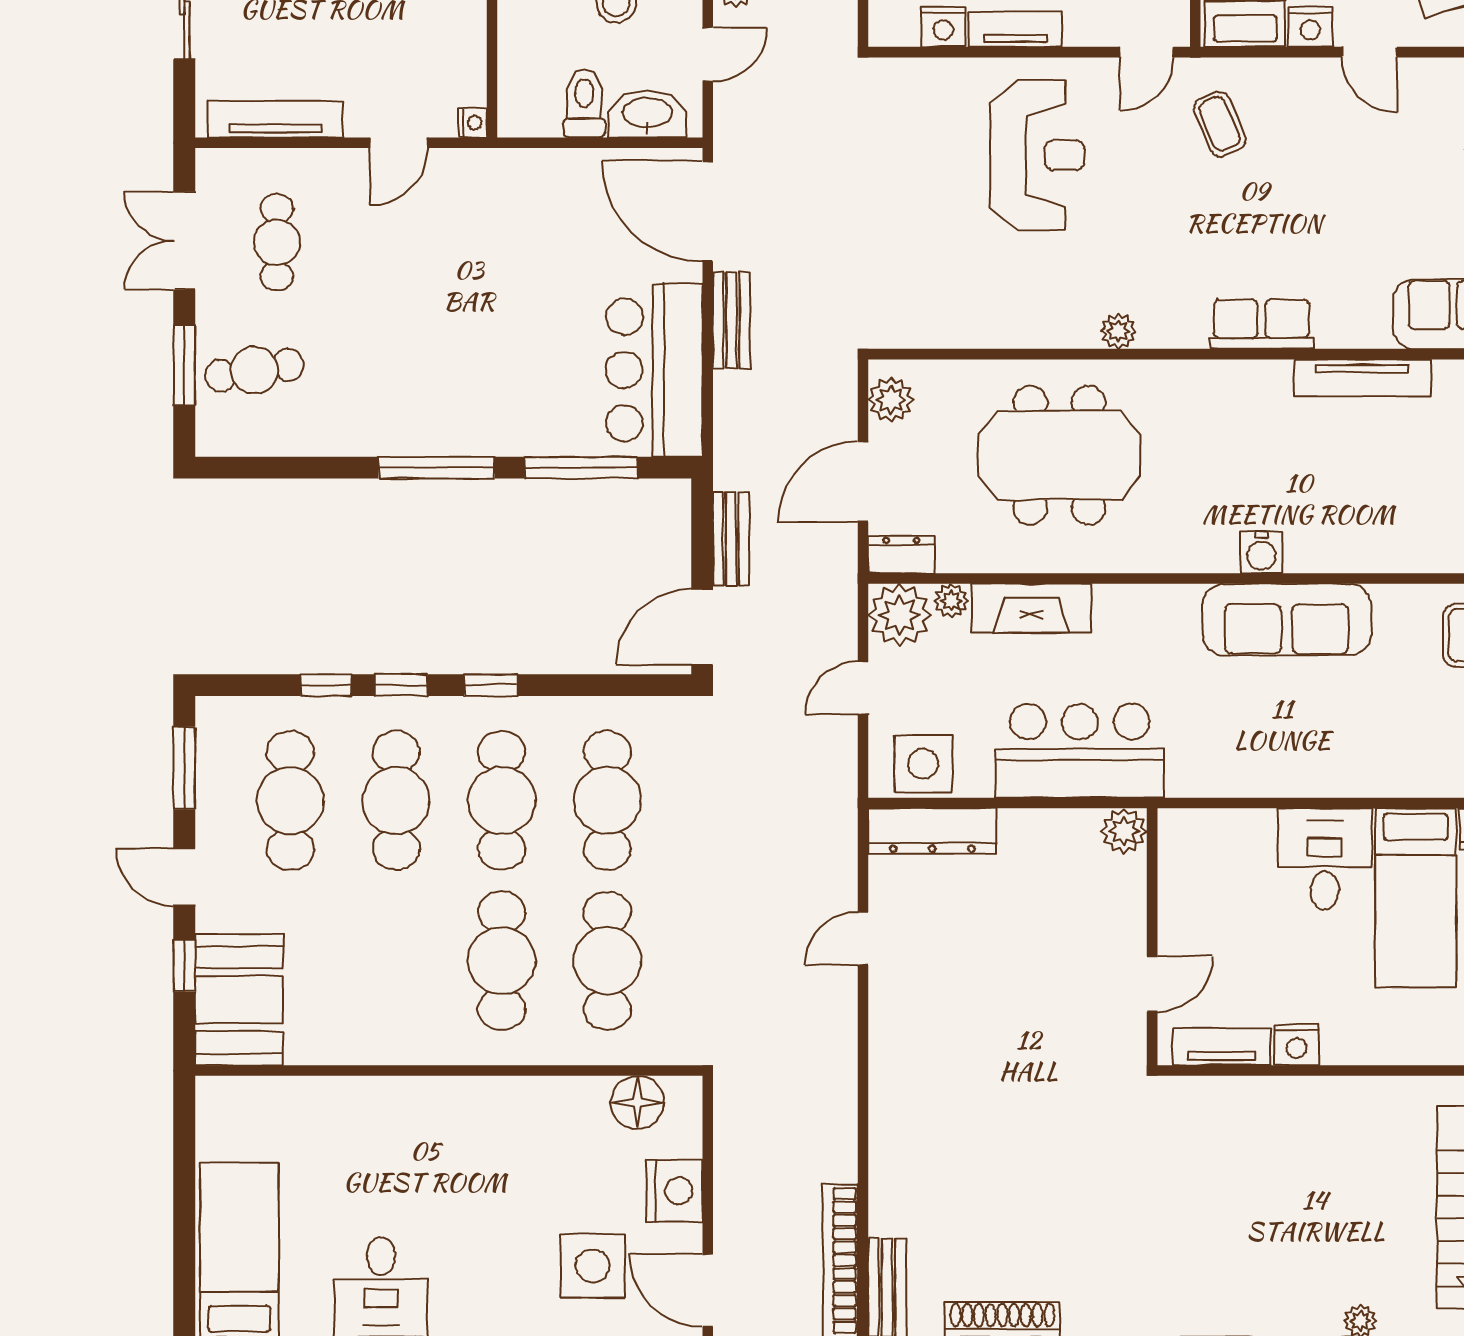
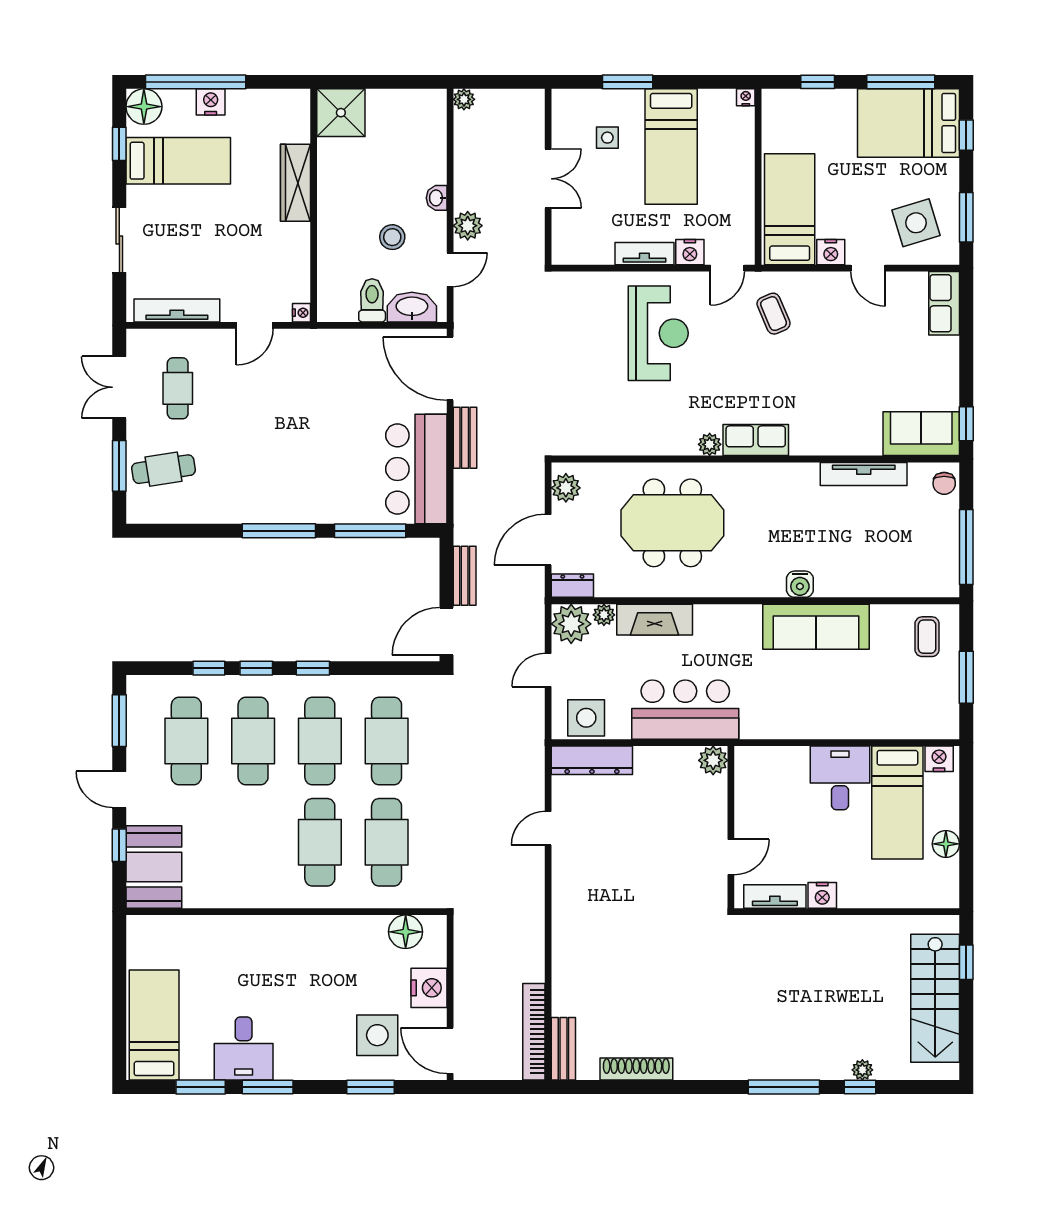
nightstand: (943, 27) -> (690, 252), moved
row of seats: (1261, 324) -> (756, 440), moved

